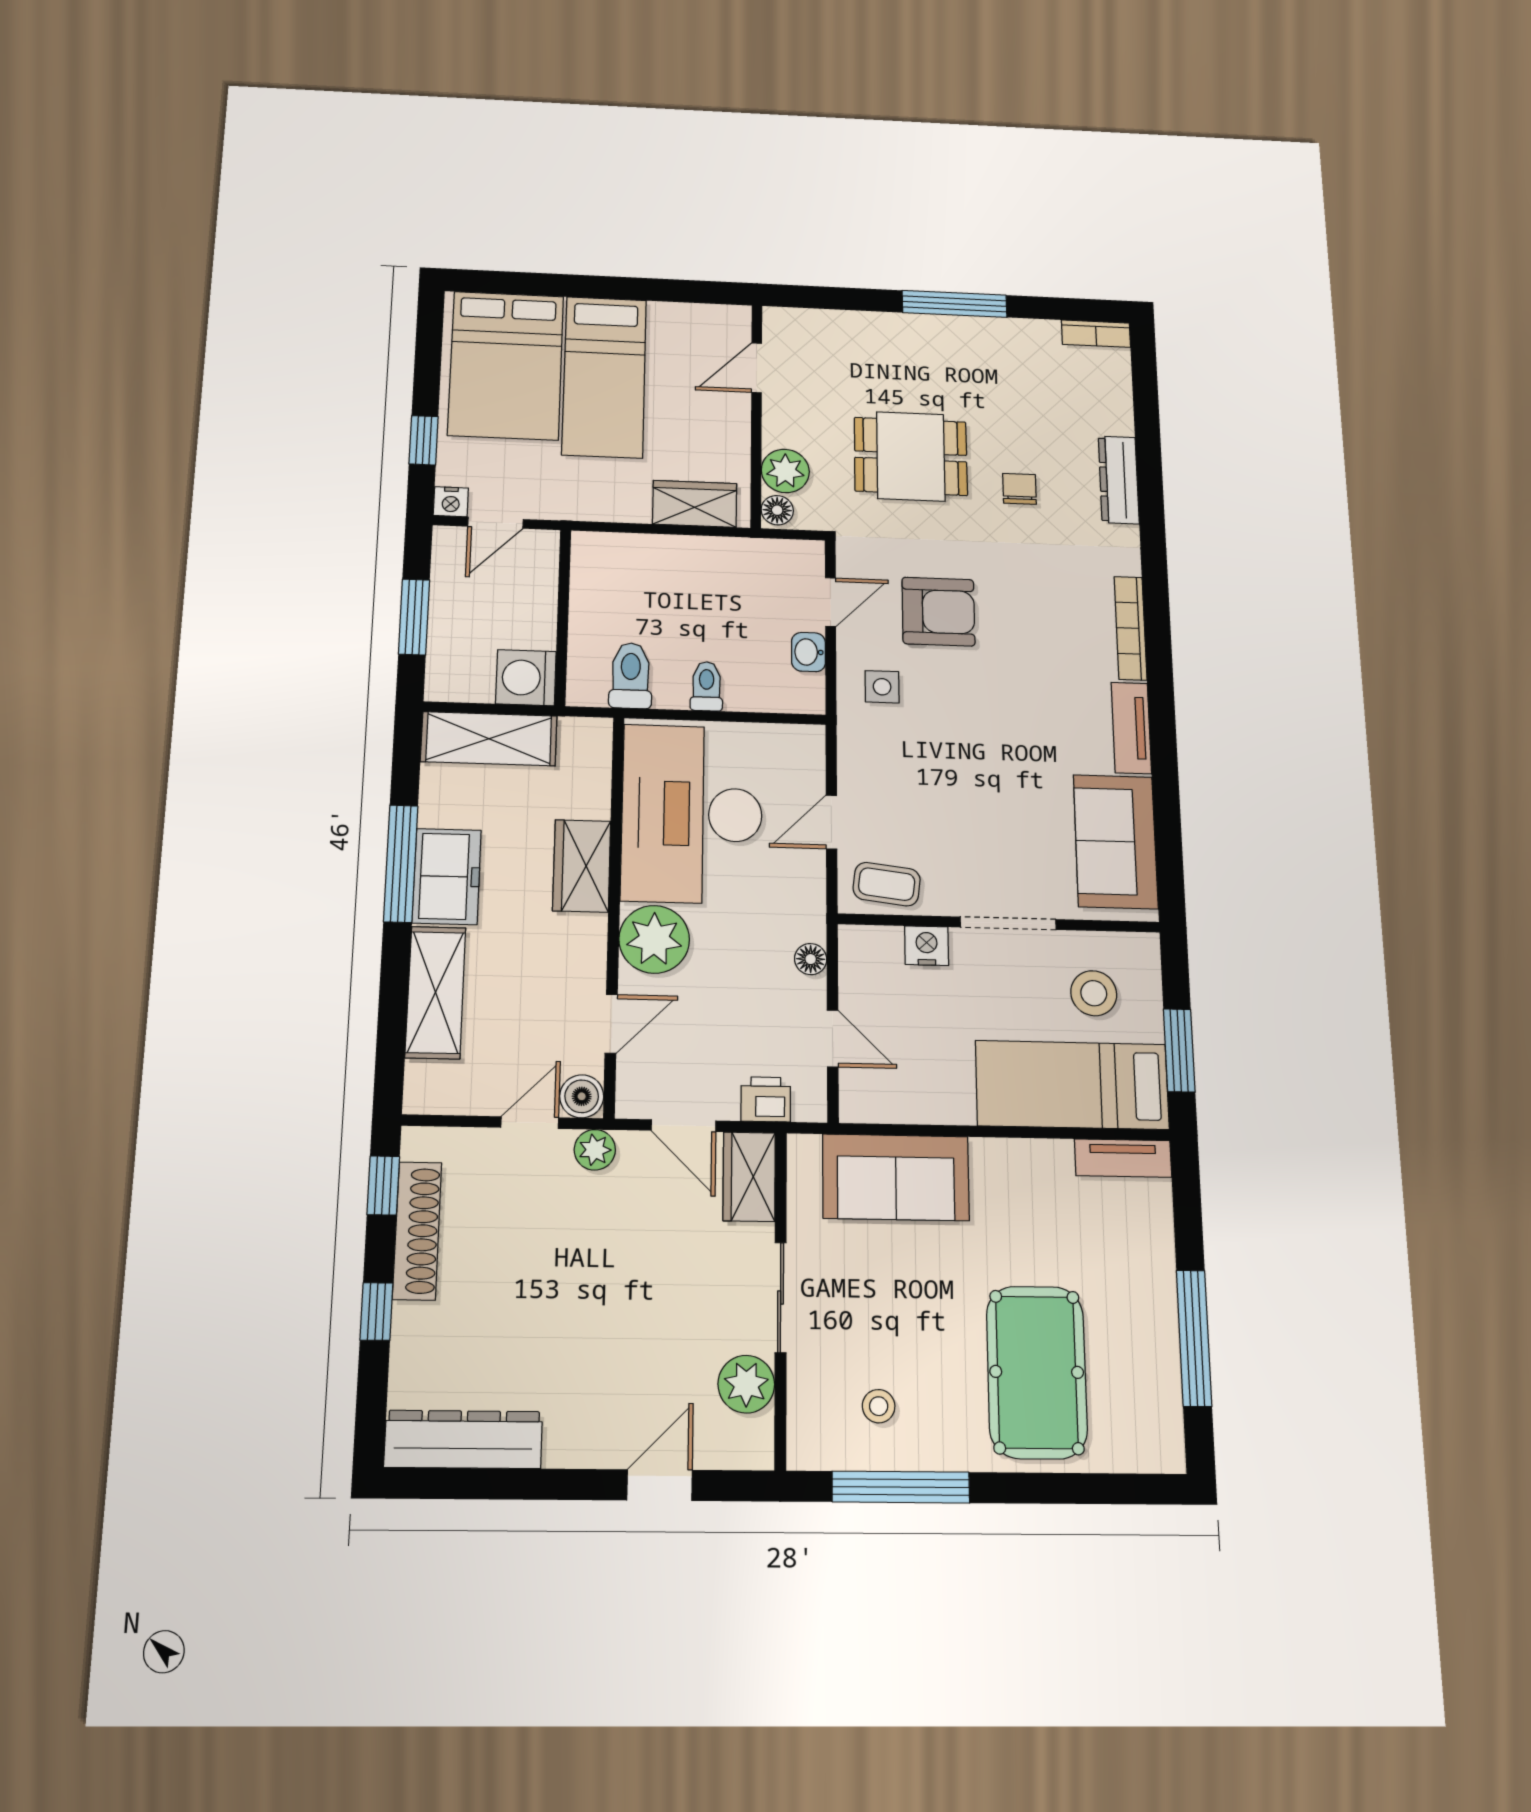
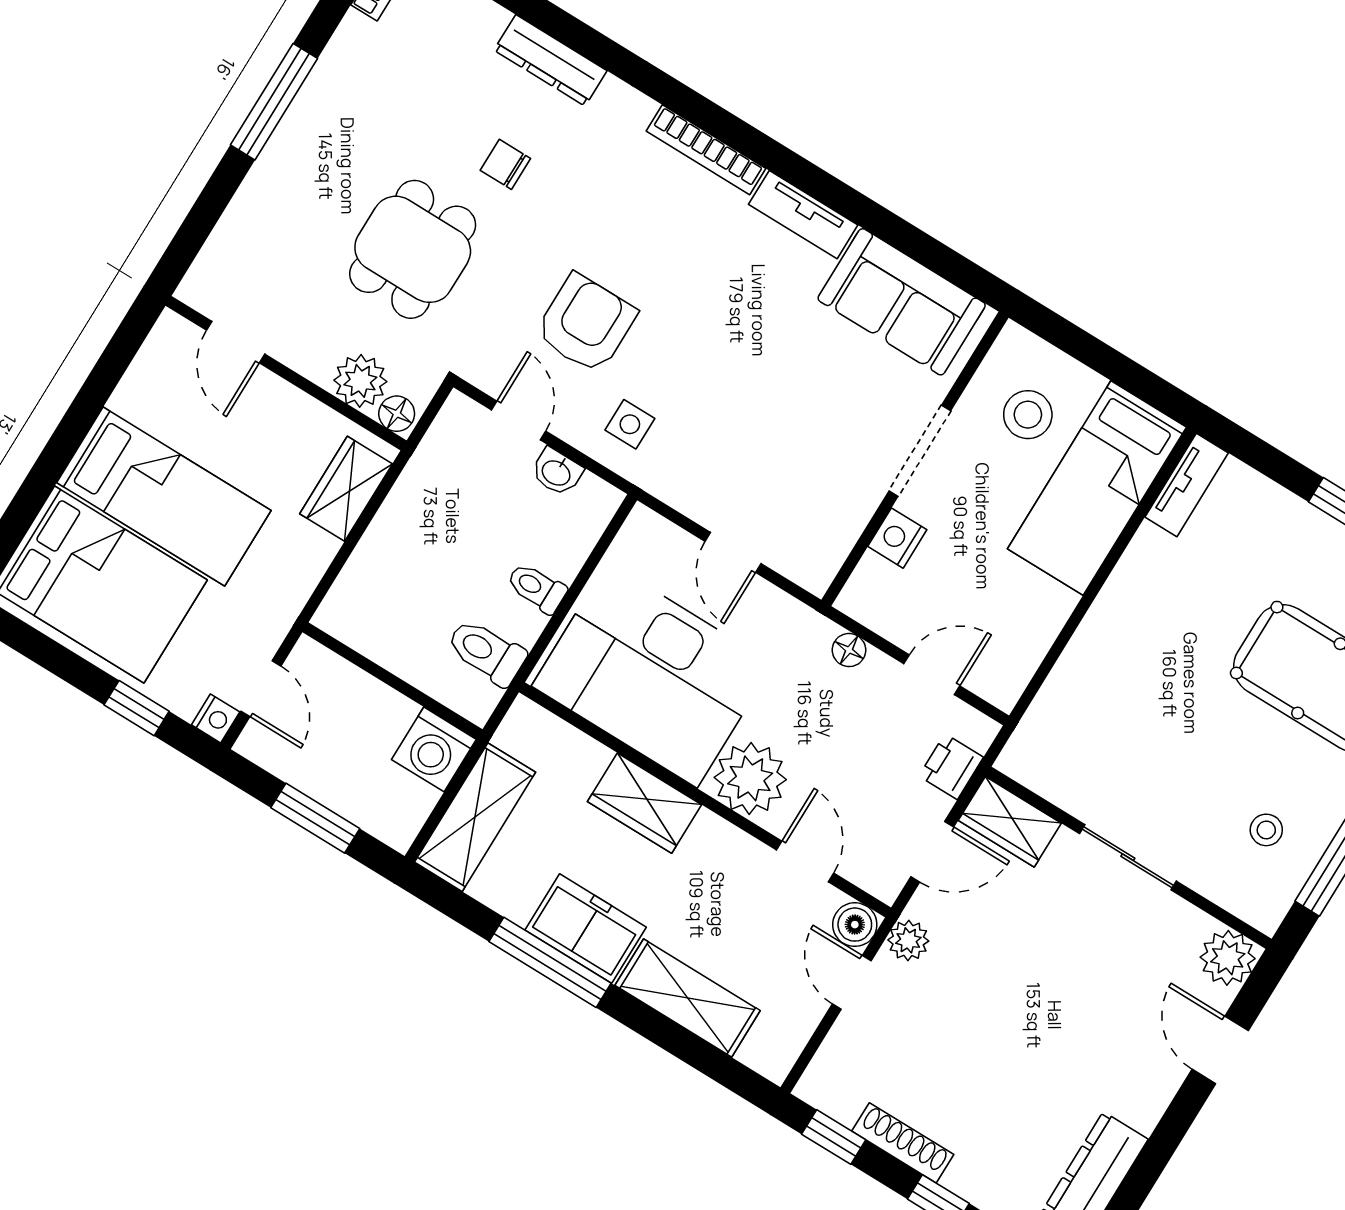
coffee table: (887, 884) -> (820, 539), removed
window: (1179, 1050) -> (1123, 371), removed
sofa: (896, 1177) -> (1085, 695), removed
shoe rack: (417, 1231) -> (903, 1143), width x0.74, depth x0.81
plant: (746, 1384) -> (1228, 958), moved

